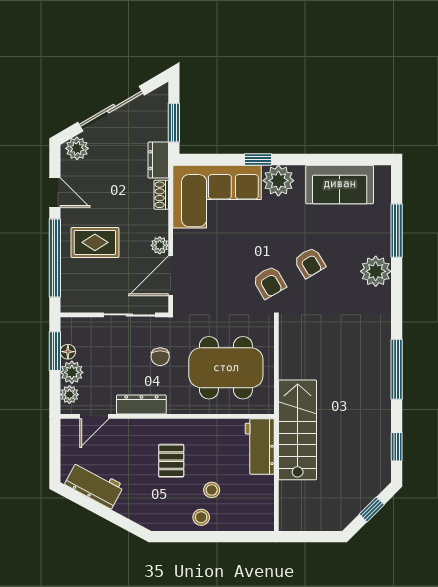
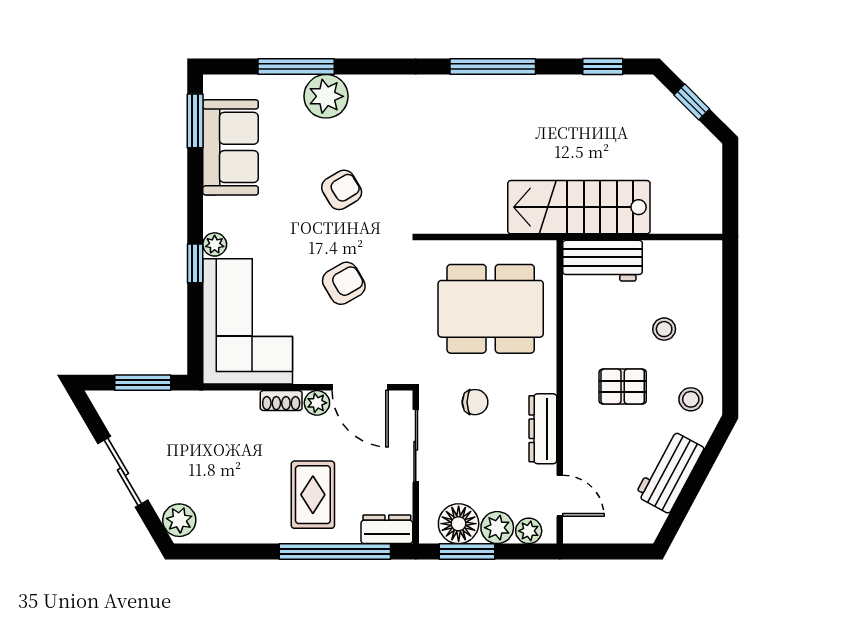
sliding door: (111, 109) -> (123, 472), width x0.73
dresser: (158, 160) -> (387, 529), moved, turned 180
window: (358, 160) -> (195, 121), added
plant: (278, 181) -> (215, 244), width x0.53, depth x0.53
door: (55, 193) -> (242, 552), removed
shoe rack: (161, 195) -> (281, 401), moved
plant: (376, 271) -> (326, 96), moved
armchair: (269, 282) -> (344, 283), moved
floor lamp: (68, 352) -> (459, 524), width x1.89, depth x1.89
dining table: (226, 368) -> (491, 309), turned 90
workbench: (94, 485) -> (670, 472), moved
stool: (201, 517) -> (691, 399), moved

